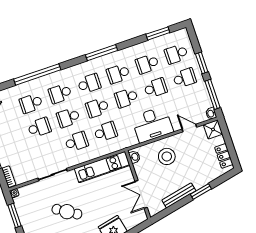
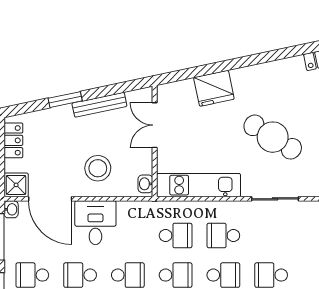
desk: (152, 124) -> (95, 223), width x0.73
door: (189, 128) -> (50, 199), width x1.88
school desk: (106, 132) -> (176, 236), turned 180
double door: (141, 194) -> (155, 125), swing flipped
cafe table: (67, 212) -> (273, 137), width x1.37, depth x1.35

